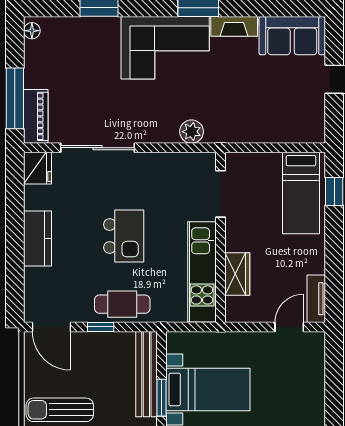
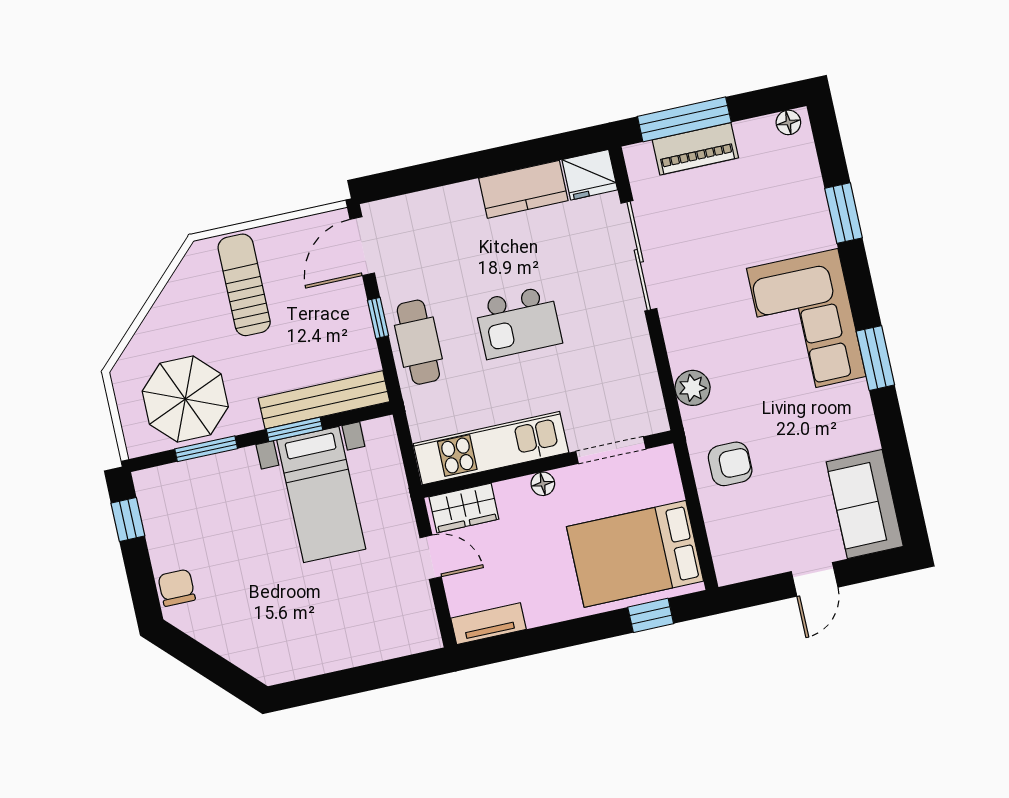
fireplace: (234, 26) -> (860, 416), removed
piano: (36, 116) -> (695, 149), moved
armchair: (247, 118) -> (730, 464), added
bed: (301, 193) -> (635, 554), width x1.50
kitchen counter: (37, 239) -> (523, 189), moved
floor lamp: (233, 243) -> (543, 484), added
wardrobe: (237, 274) -> (464, 508), moved
door: (289, 327) -> (431, 557), moved

